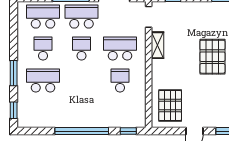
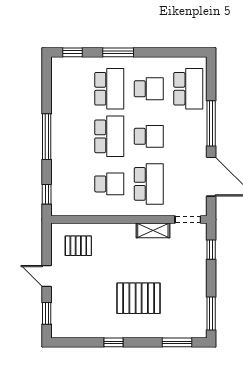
school desk: (81, 17) -> (109, 136), moved
pallet: (170, 105) -> (78, 246), width x0.67, depth x0.71
window: (82, 131) -> (47, 137), width x0.68

